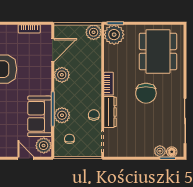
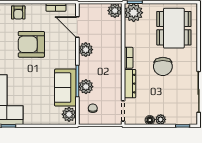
door: (53, 50) -> (77, 27), swing flipped
chair: (94, 115) -> (115, 86), removed
plant: (160, 151) -> (161, 119), moved
floor lamp: (172, 152) -> (150, 120), moved
door: (26, 158) -> (53, 126), removed

